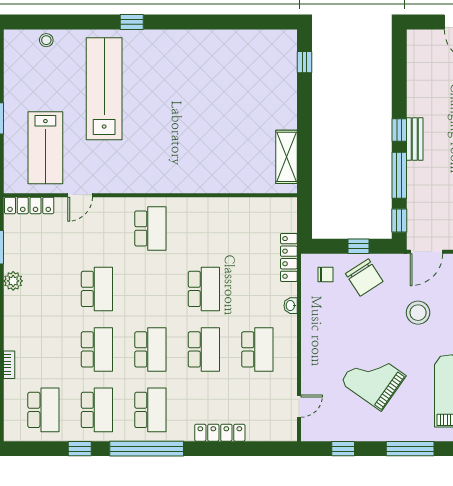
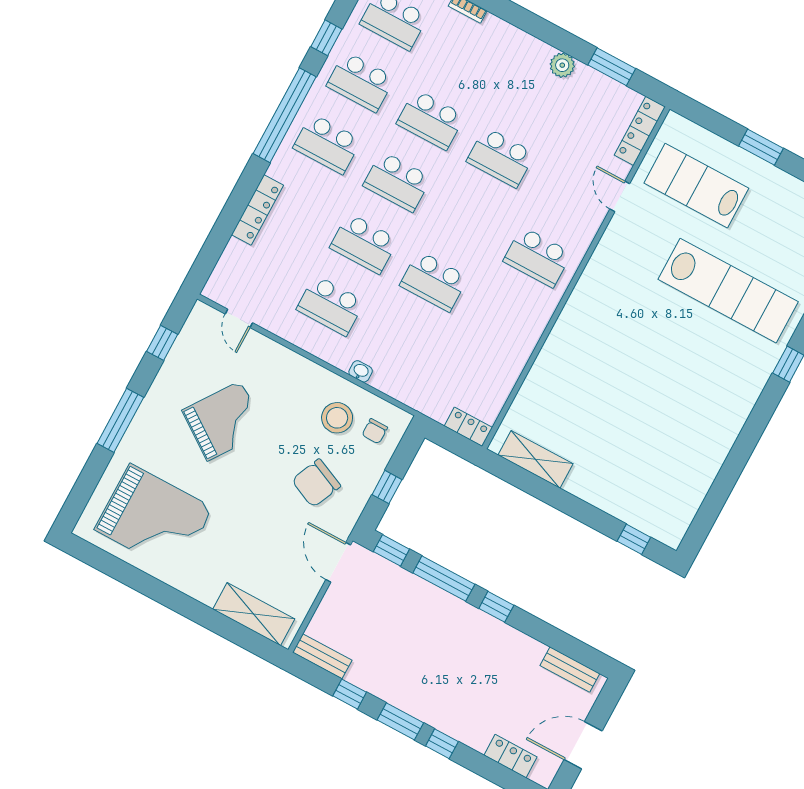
bench: (415, 139) -> (570, 670), moved
locker: (289, 257) -> (468, 427), moved, width x0.66
chair: (364, 278) -> (316, 483), moved, turned -33
stool: (418, 313) -> (337, 418), moved

